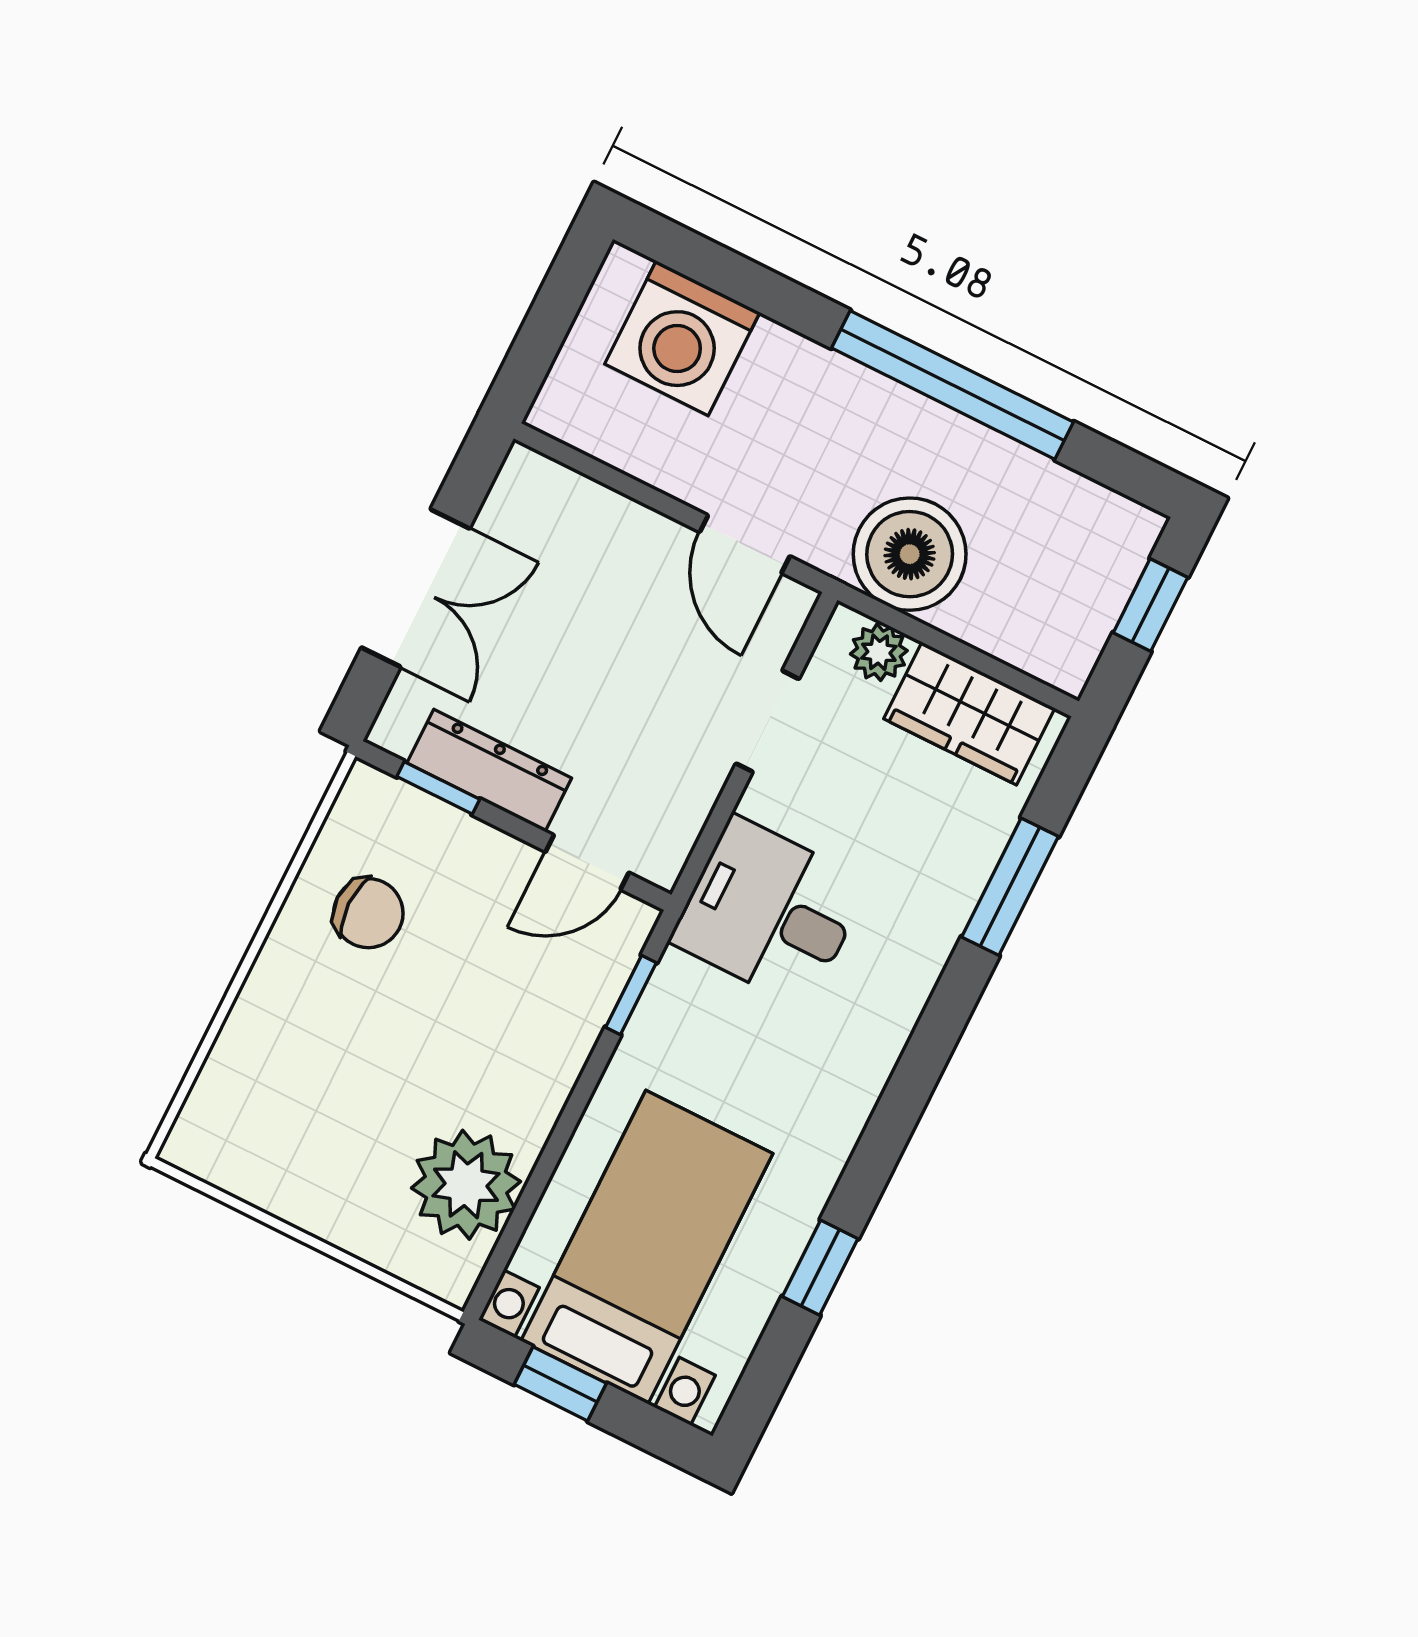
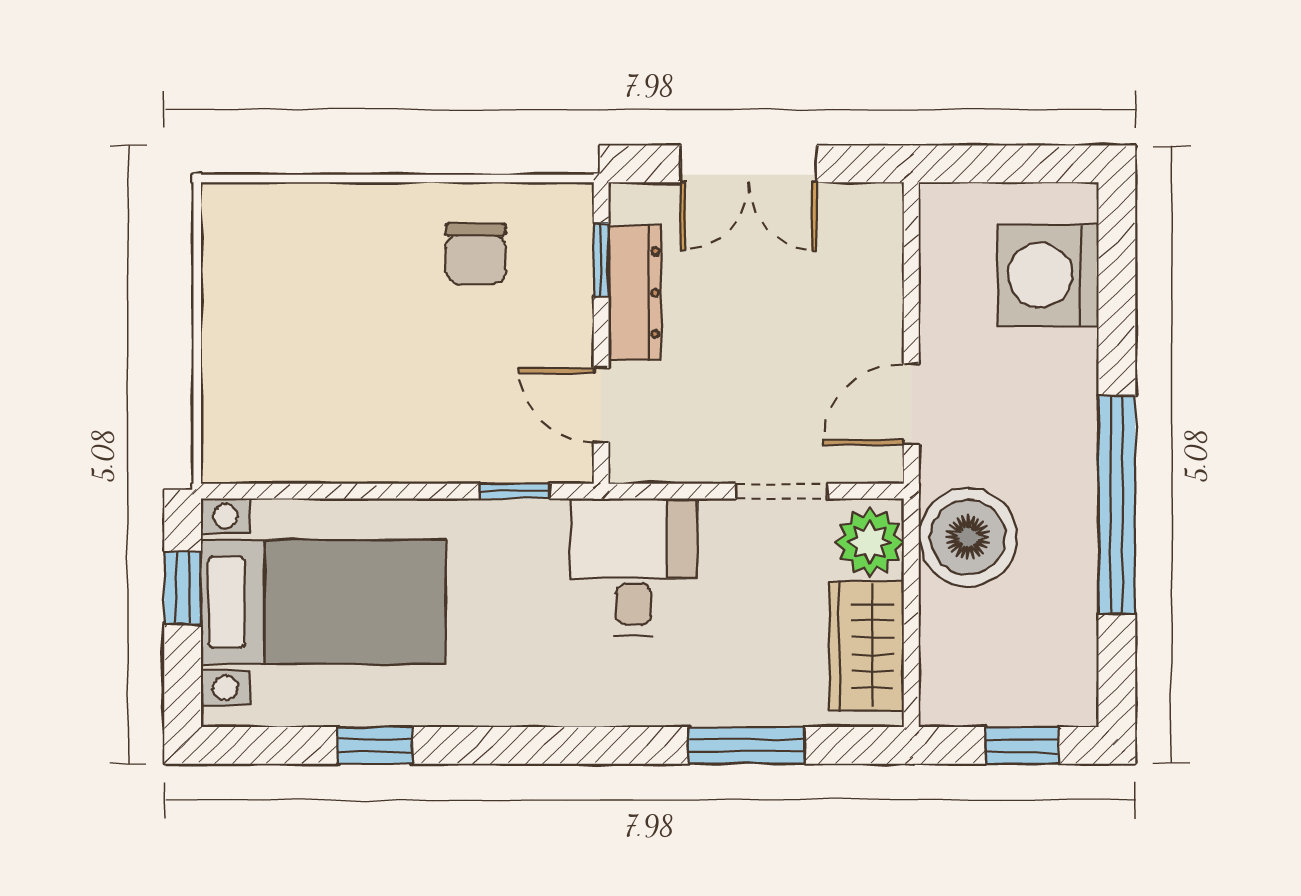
plant: (879, 652) -> (870, 542), width x1.38, depth x1.38
plant: (466, 1185) -> (302, 436), removed

